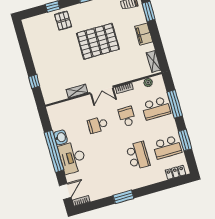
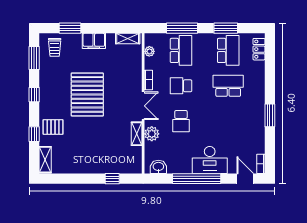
shelving: (34, 22) -> (45, 160), added
plant: (80, 104) -> (152, 134), added
washbasin: (61, 137) -> (158, 167), moved

